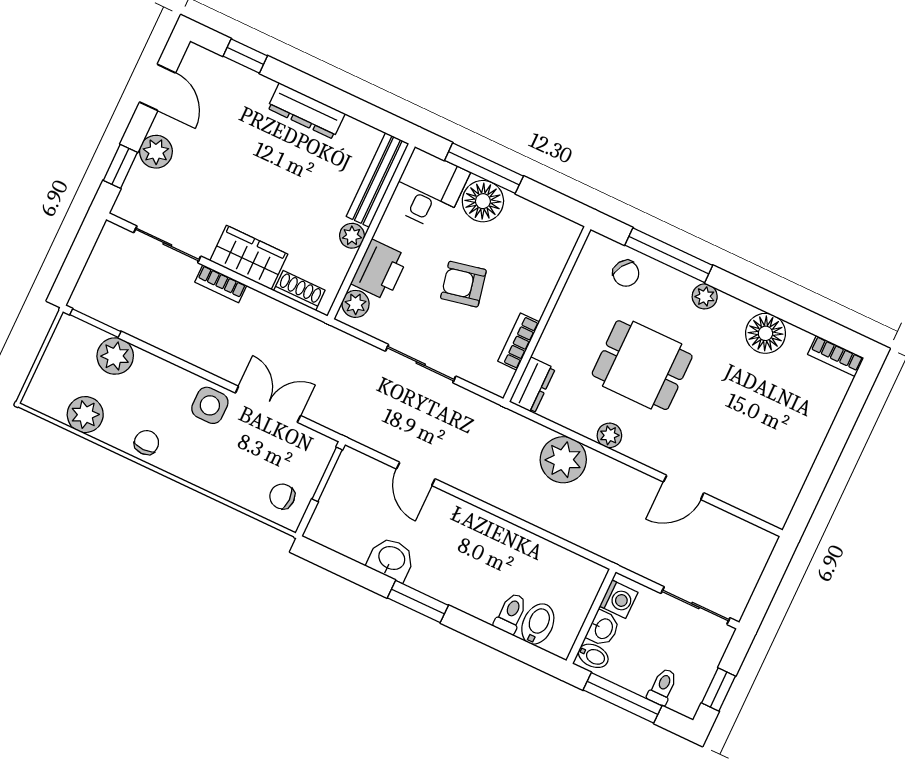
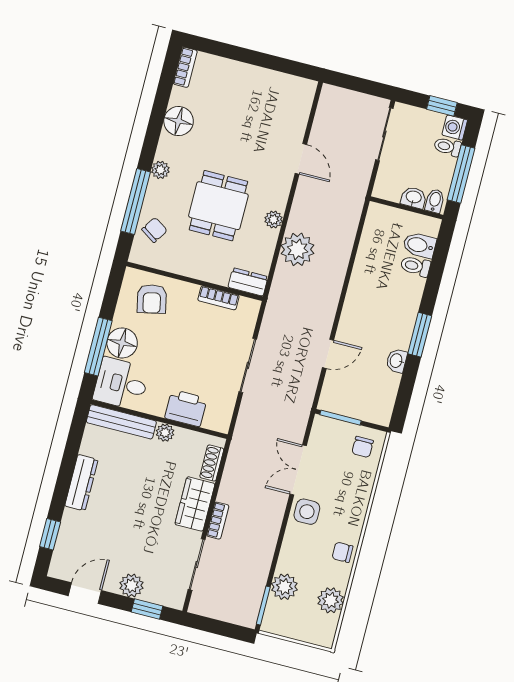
armchair: (463, 284) -> (152, 299), moved
plant: (356, 304) -> (214, 421), removed
washbasin: (391, 559) -> (397, 361), width x0.72, depth x0.69
washing machine: (619, 599) -> (455, 127), moved, turned -90

